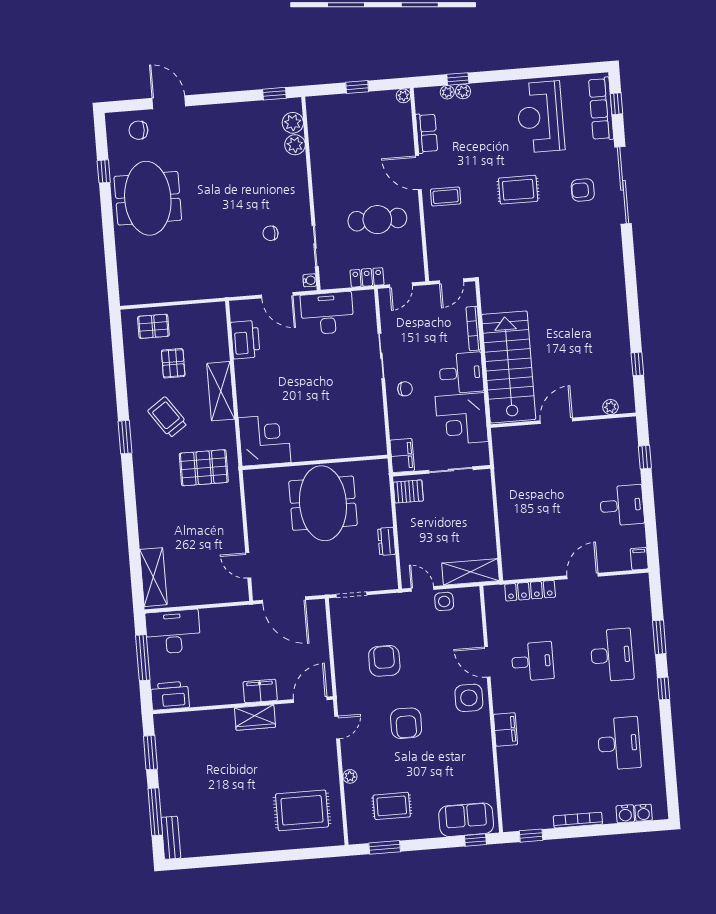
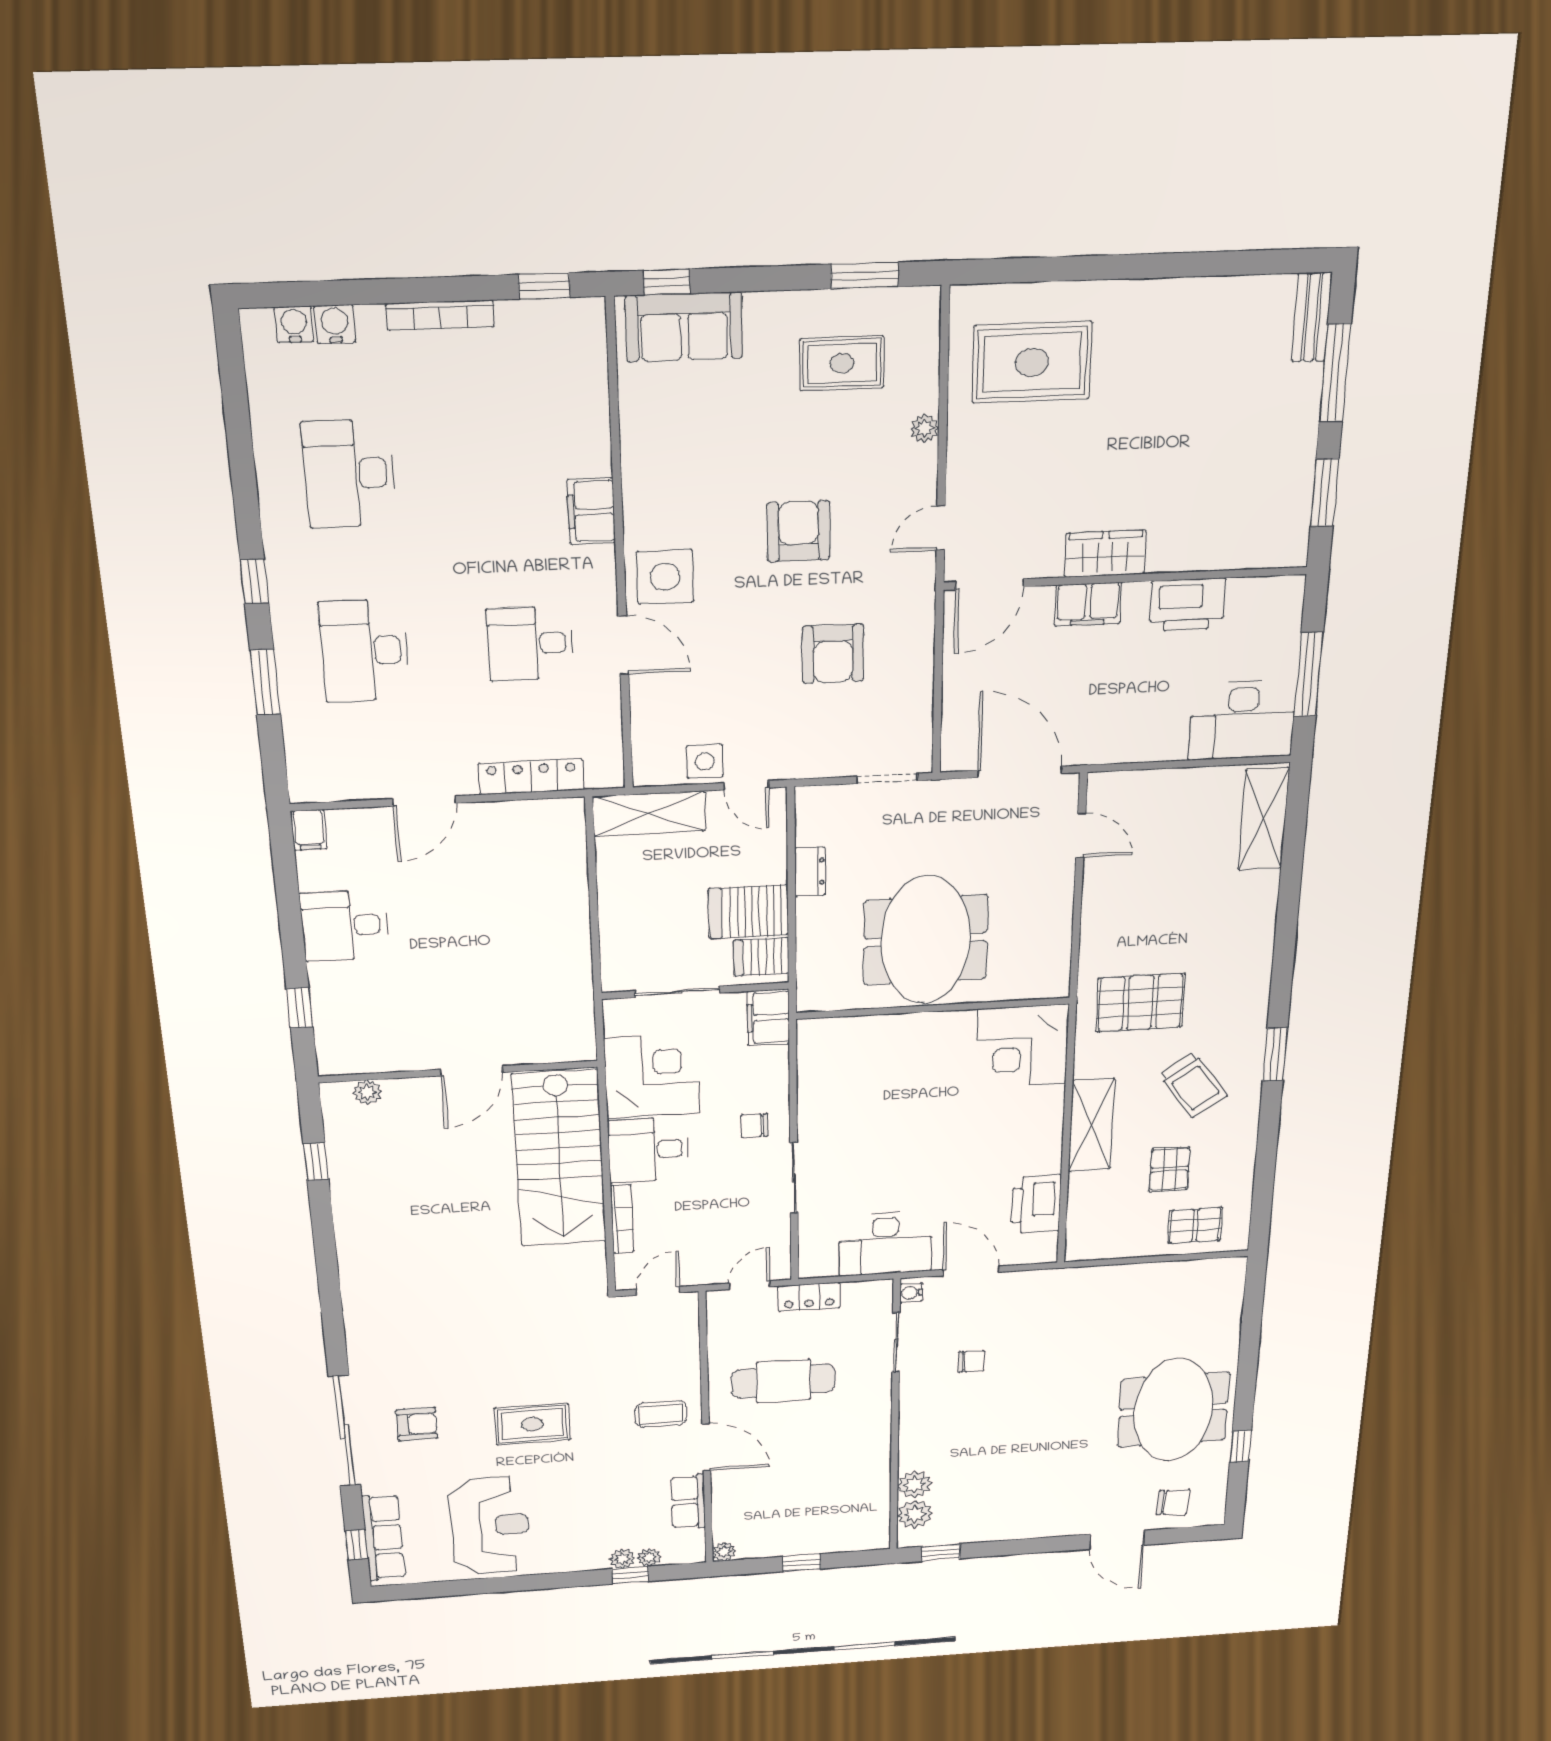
server rack: (417, 518) -> (749, 912), added
printer: (170, 696) -> (1187, 605), moved

